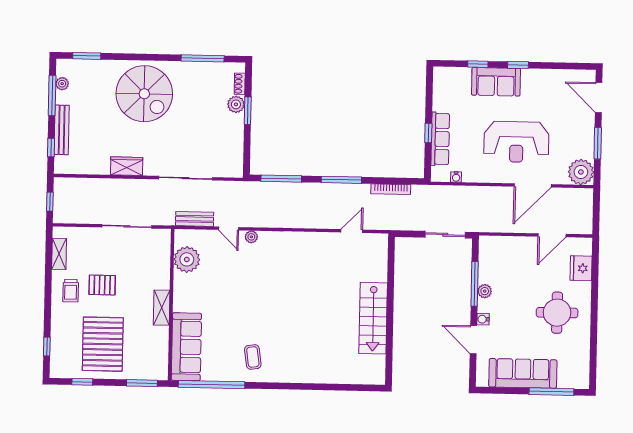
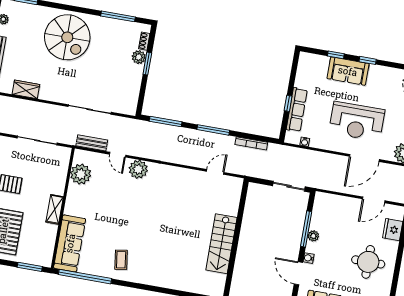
wardrobe: (127, 166) -> (26, 89), moved
plant: (251, 237) -> (138, 169), width x1.88, depth x1.88

